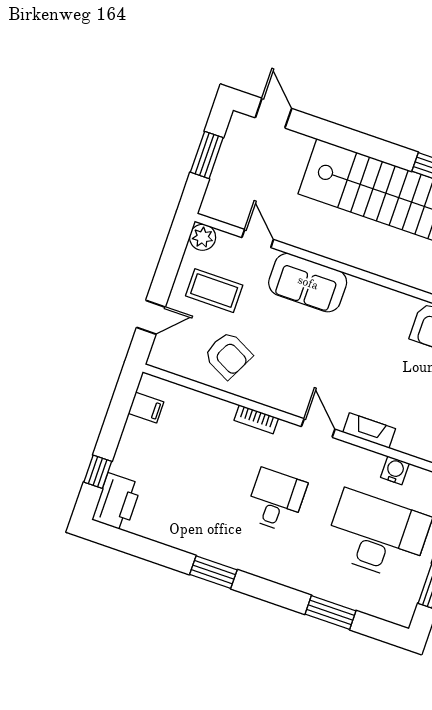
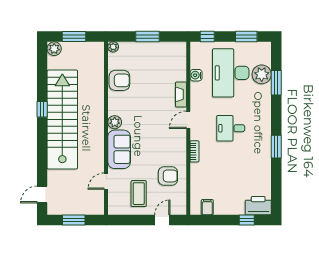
plant: (203, 237) -> (115, 122), moved
door: (151, 317) -> (162, 220), hinge flipped
armchair: (228, 355) -> (168, 176), turned 63
plant: (355, 591) -> (262, 74), added

